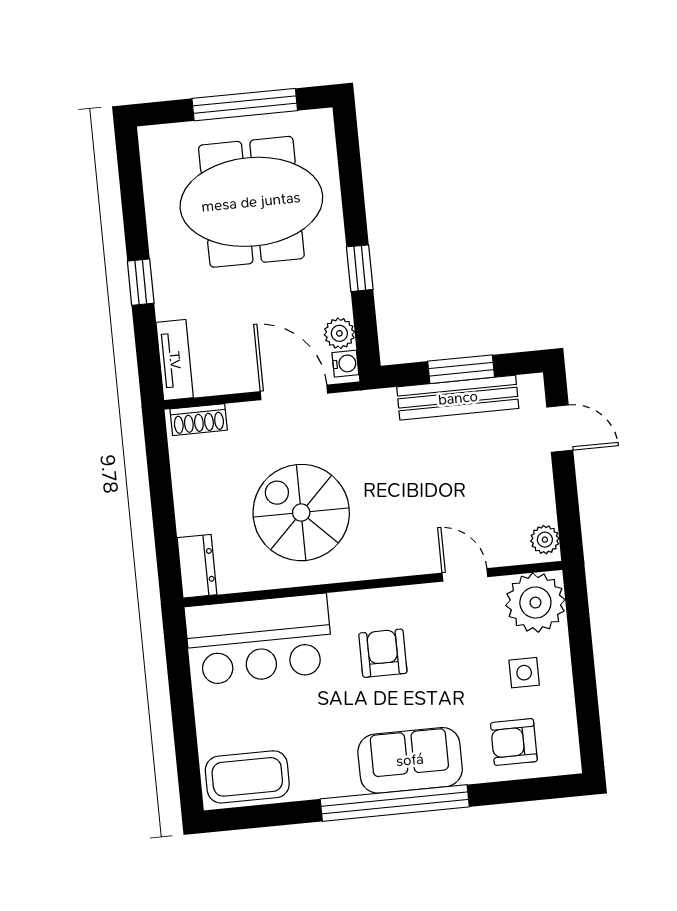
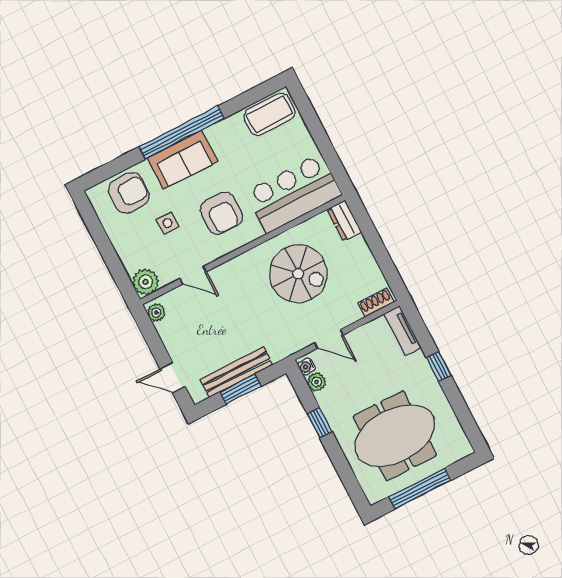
door: (294, 392) -> (329, 339), width x0.73
plant: (535, 603) -> (146, 282), width x0.73, depth x0.73
armchair: (383, 653) -> (221, 213), width x1.38, depth x1.38
side table: (524, 673) -> (167, 223), moved
armchair: (514, 742) -> (129, 193), width x1.38, depth x1.38

